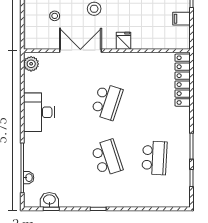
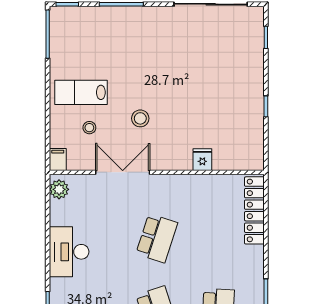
filing cabinet: (182, 19) -> (58, 159), moved, turned 90
fridge: (124, 41) -> (202, 160), moved

